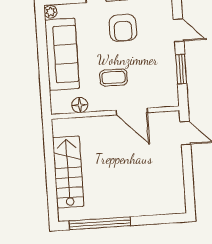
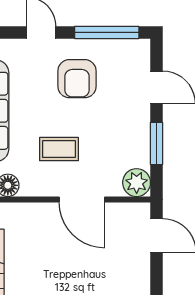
plant: (169, 97) -> (137, 183), added

